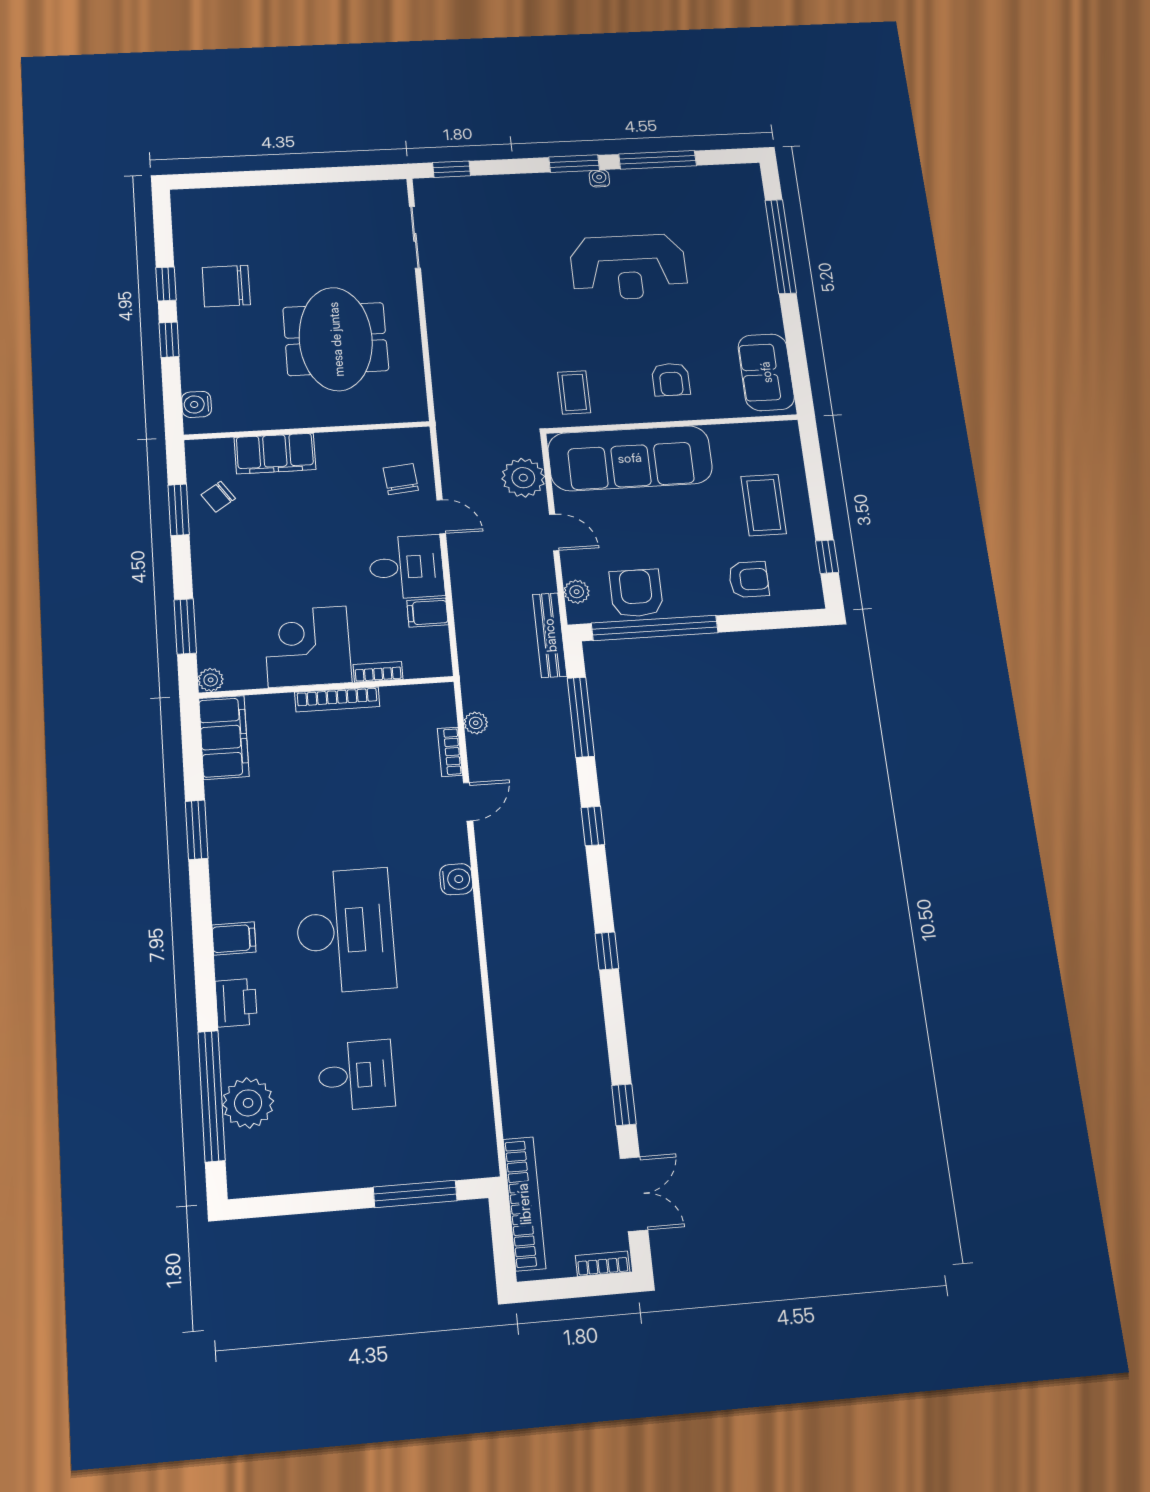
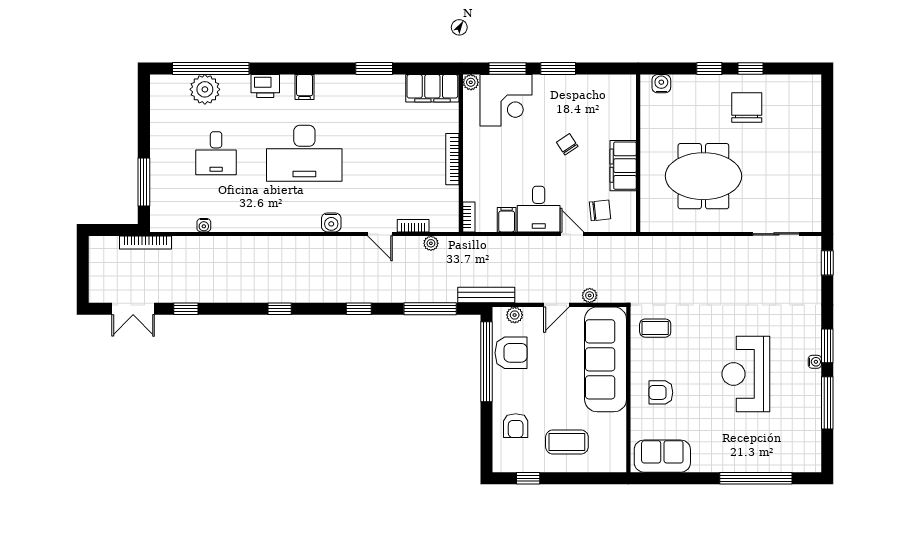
filing cabinet: (275, 454) -> (623, 166), moved
plant: (523, 478) -> (590, 295), width x0.53, depth x0.53
chair: (218, 497) -> (567, 144), moved
window: (179, 510) -> (558, 69), moved
door: (441, 517) -> (572, 234), swing flipped
corner desk: (307, 647) -> (506, 100), moved, turned 90
bookcase: (378, 672) -> (469, 217), moved
water cooler: (480, 1086) -> (204, 225), added
bookcase: (524, 1204) -> (145, 243), width x0.68, depth x0.76
bookcase: (603, 1264) -> (95, 286), removed

